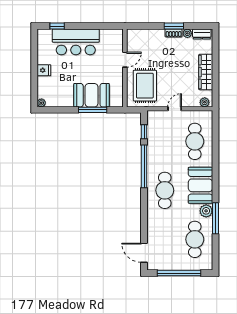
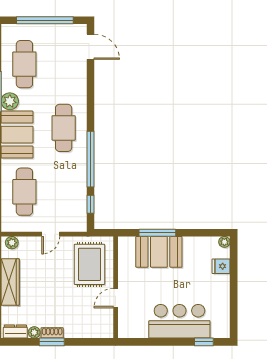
fridge: (44, 70) -> (221, 266), moved

